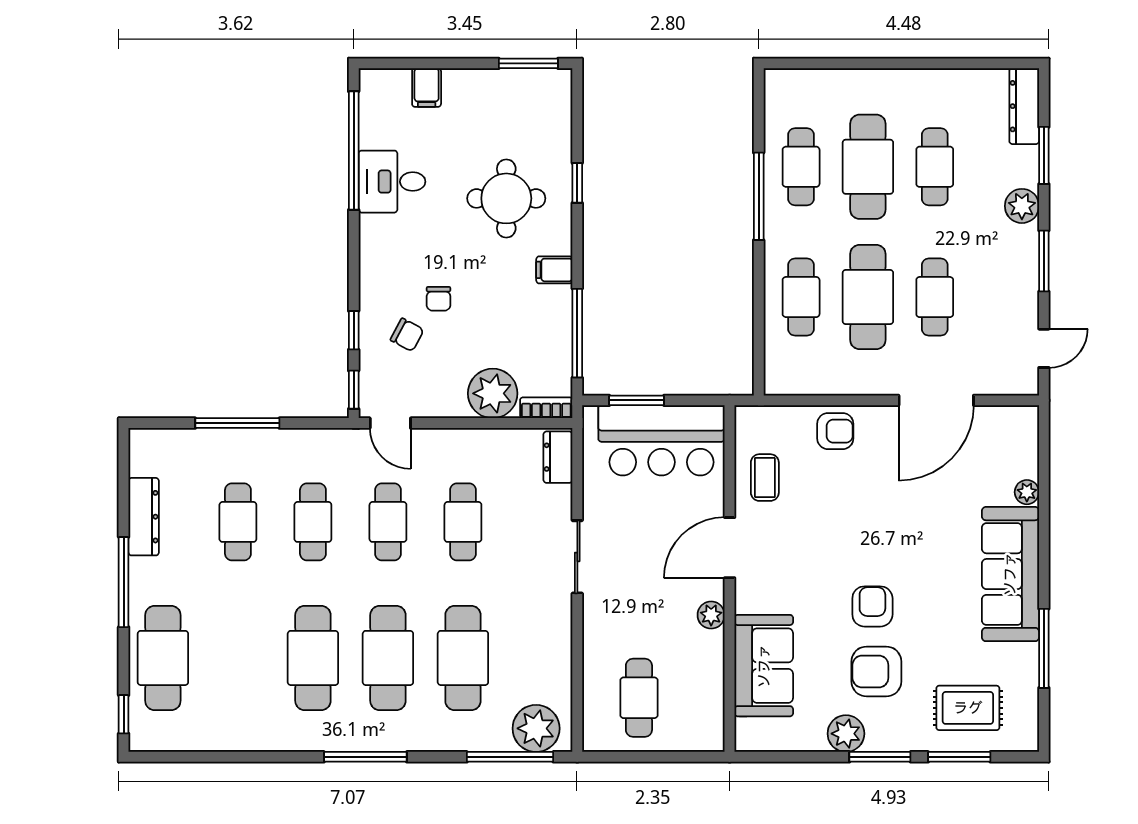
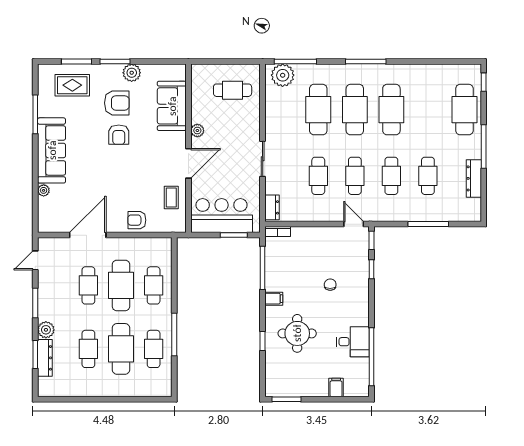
dresser: (1024, 106) -> (45, 358), moved
chair: (407, 335) -> (346, 267), removed
plant: (493, 393) -> (304, 238), removed
cafe table: (639, 698) -> (233, 90), turned 90

